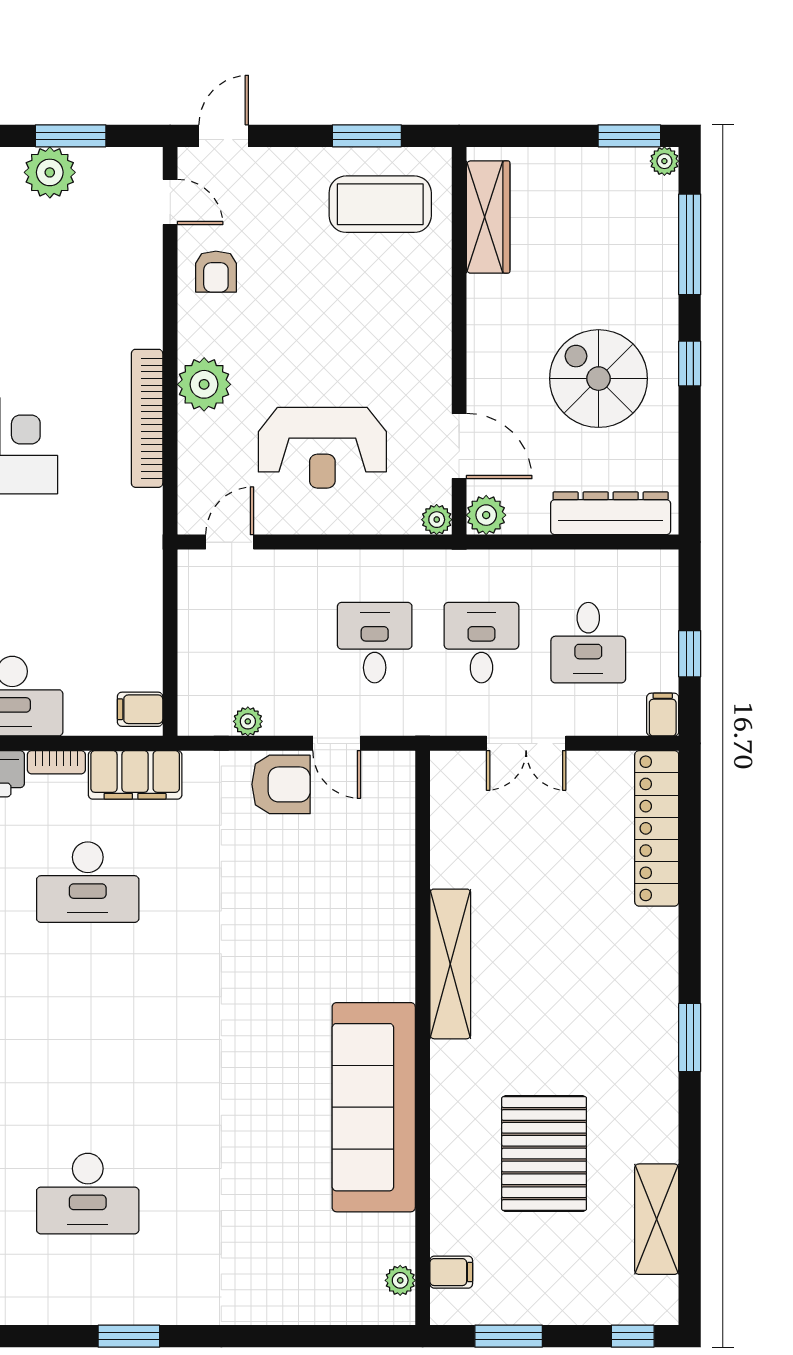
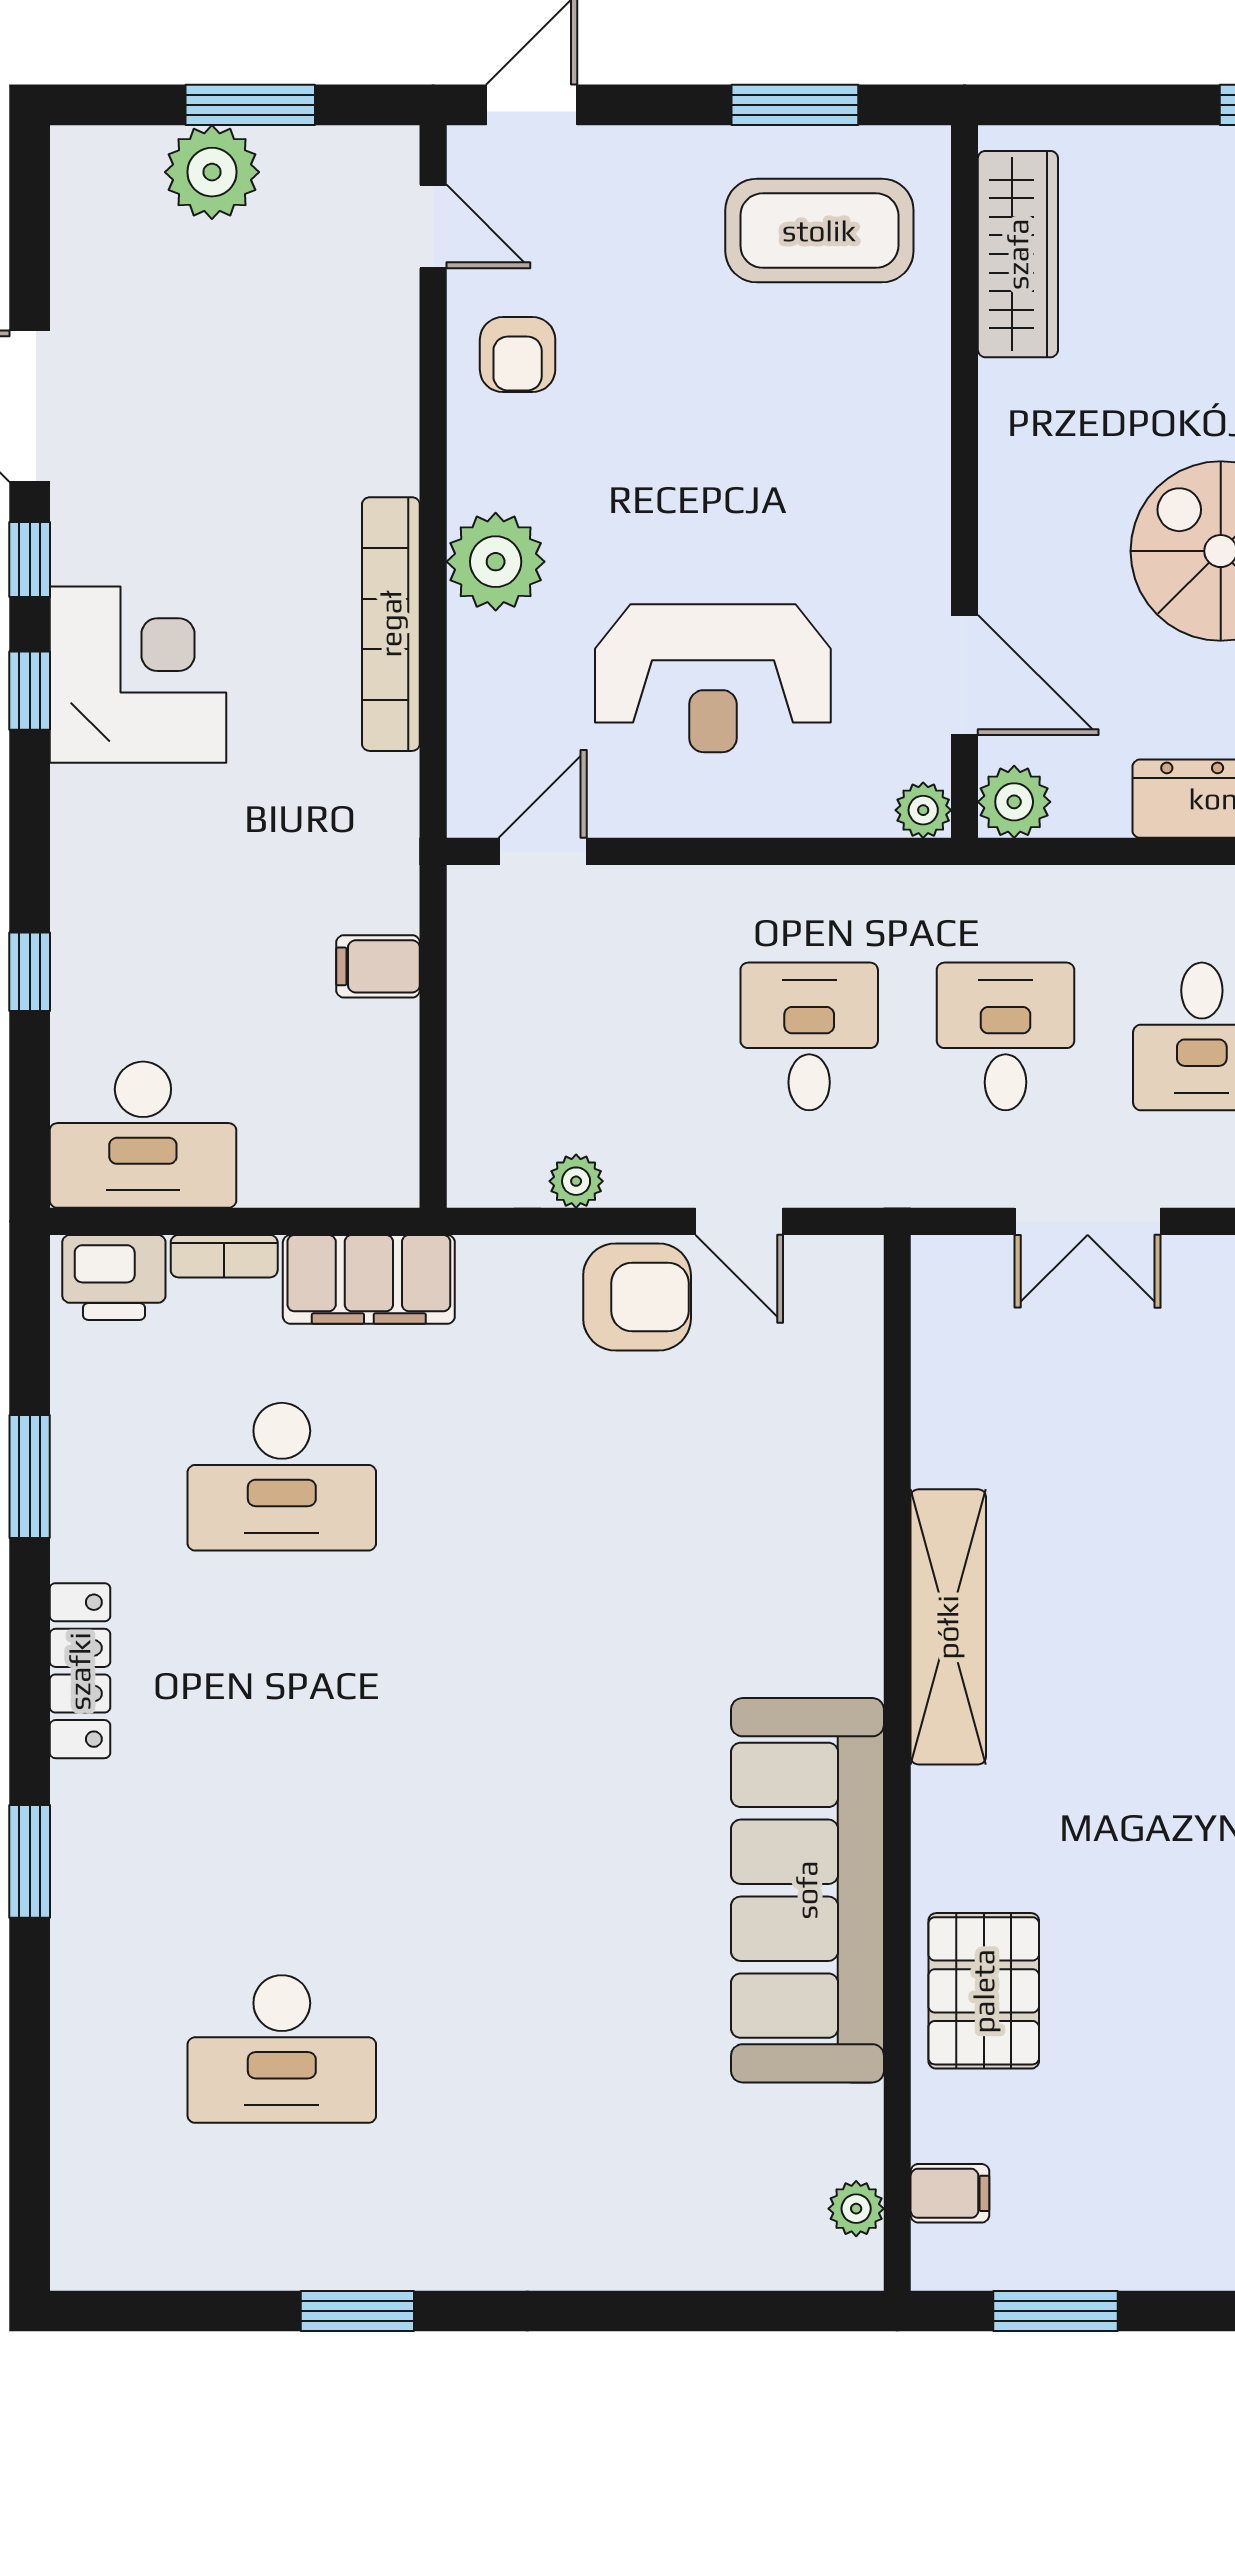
filing cabinet: (140, 709) -> (378, 966), moved
pallet: (544, 1154) -> (984, 1991), moved, width x0.73, depth x0.71

